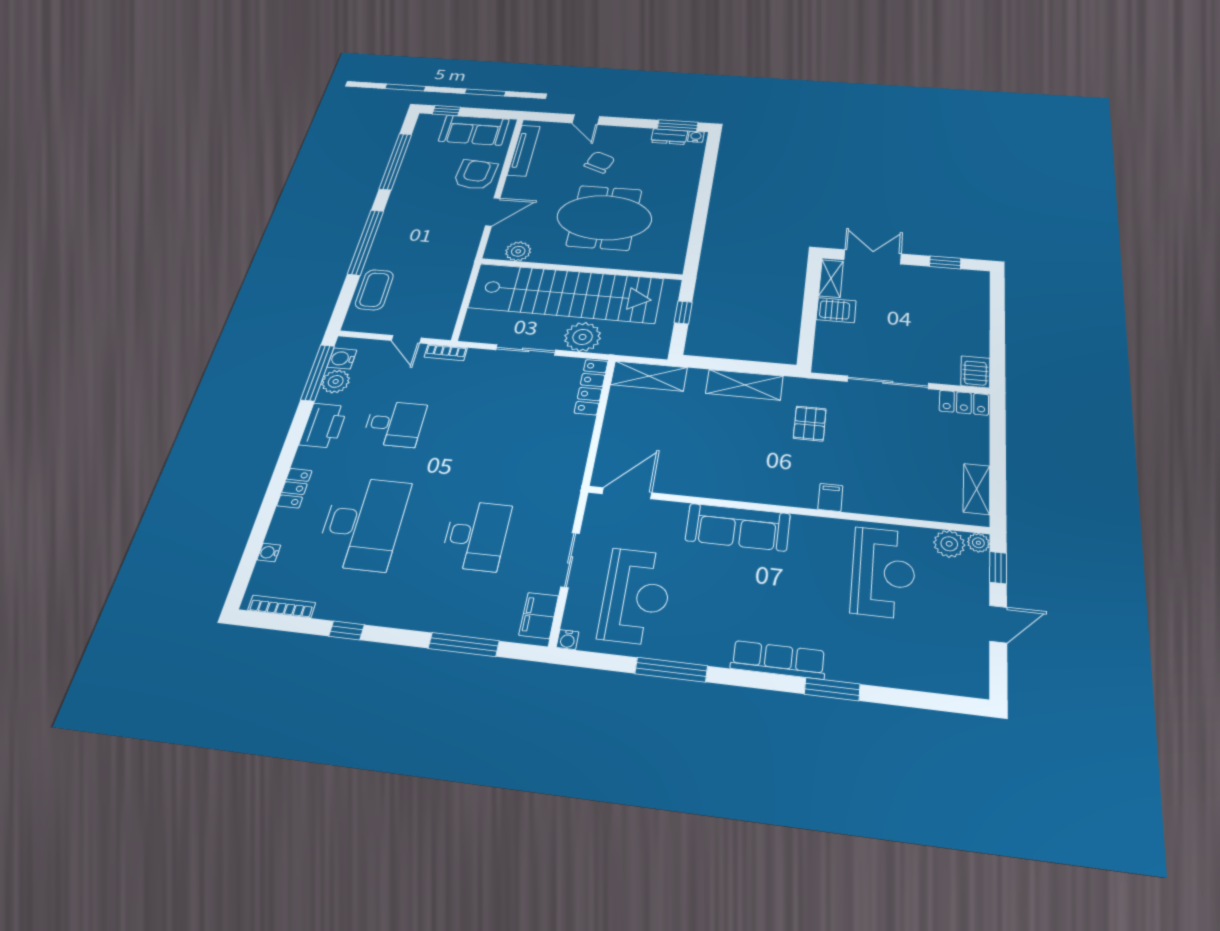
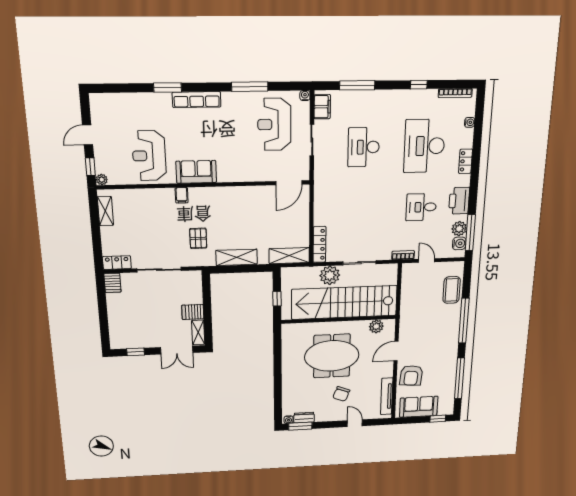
sofa: (738, 527) -> (196, 172), moved, width x0.73
plant: (949, 544) -> (117, 177), removed

